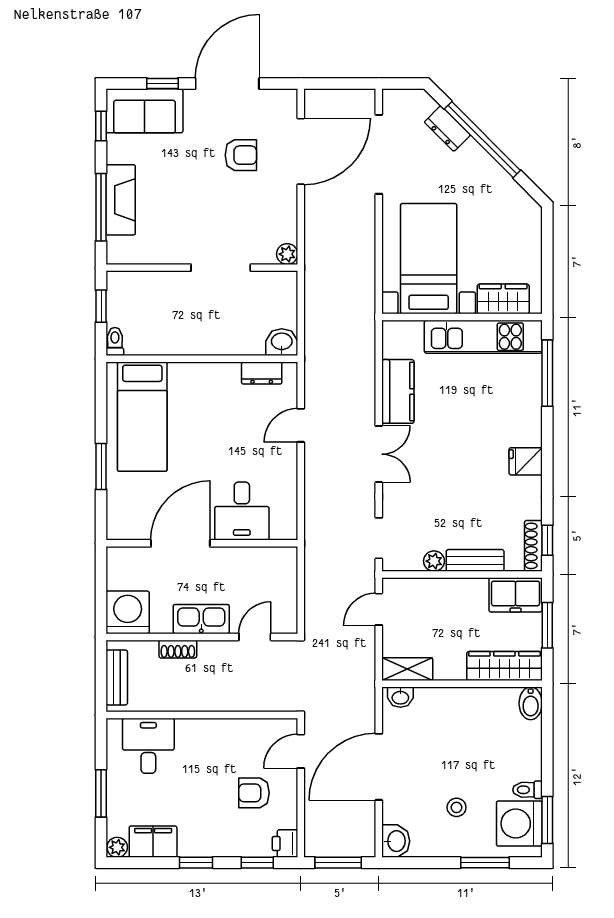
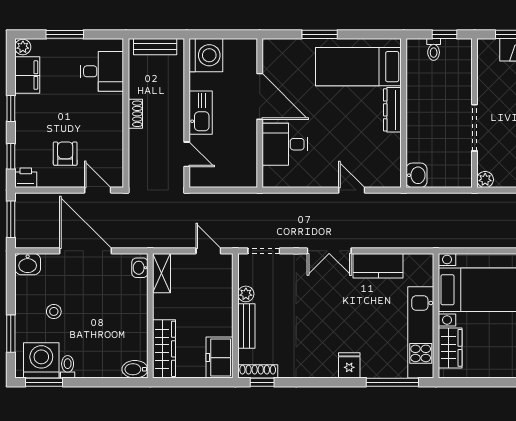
toilet: (115, 341) -> (434, 49), moved, turned 90
dresser: (262, 373) -> (392, 110), moved, width x1.44
fridge: (526, 461) -> (349, 365), moved
window: (547, 625) -> (196, 382), removed
shoe rack: (178, 649) -> (135, 114), moved, turned 180

